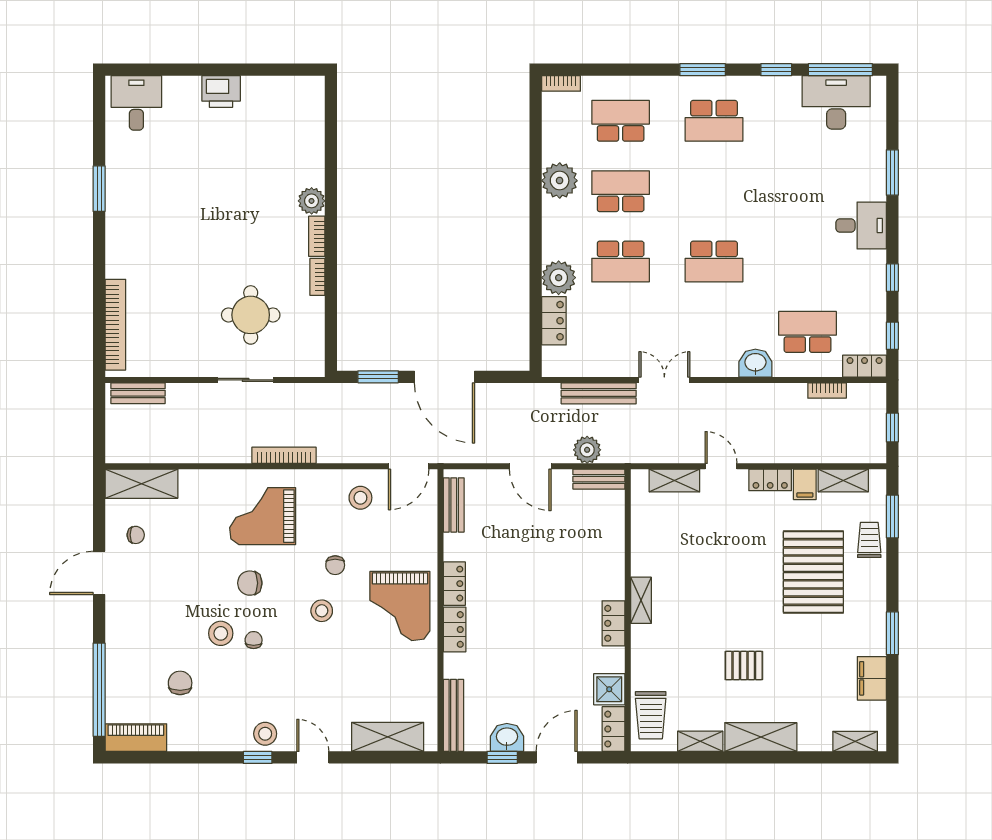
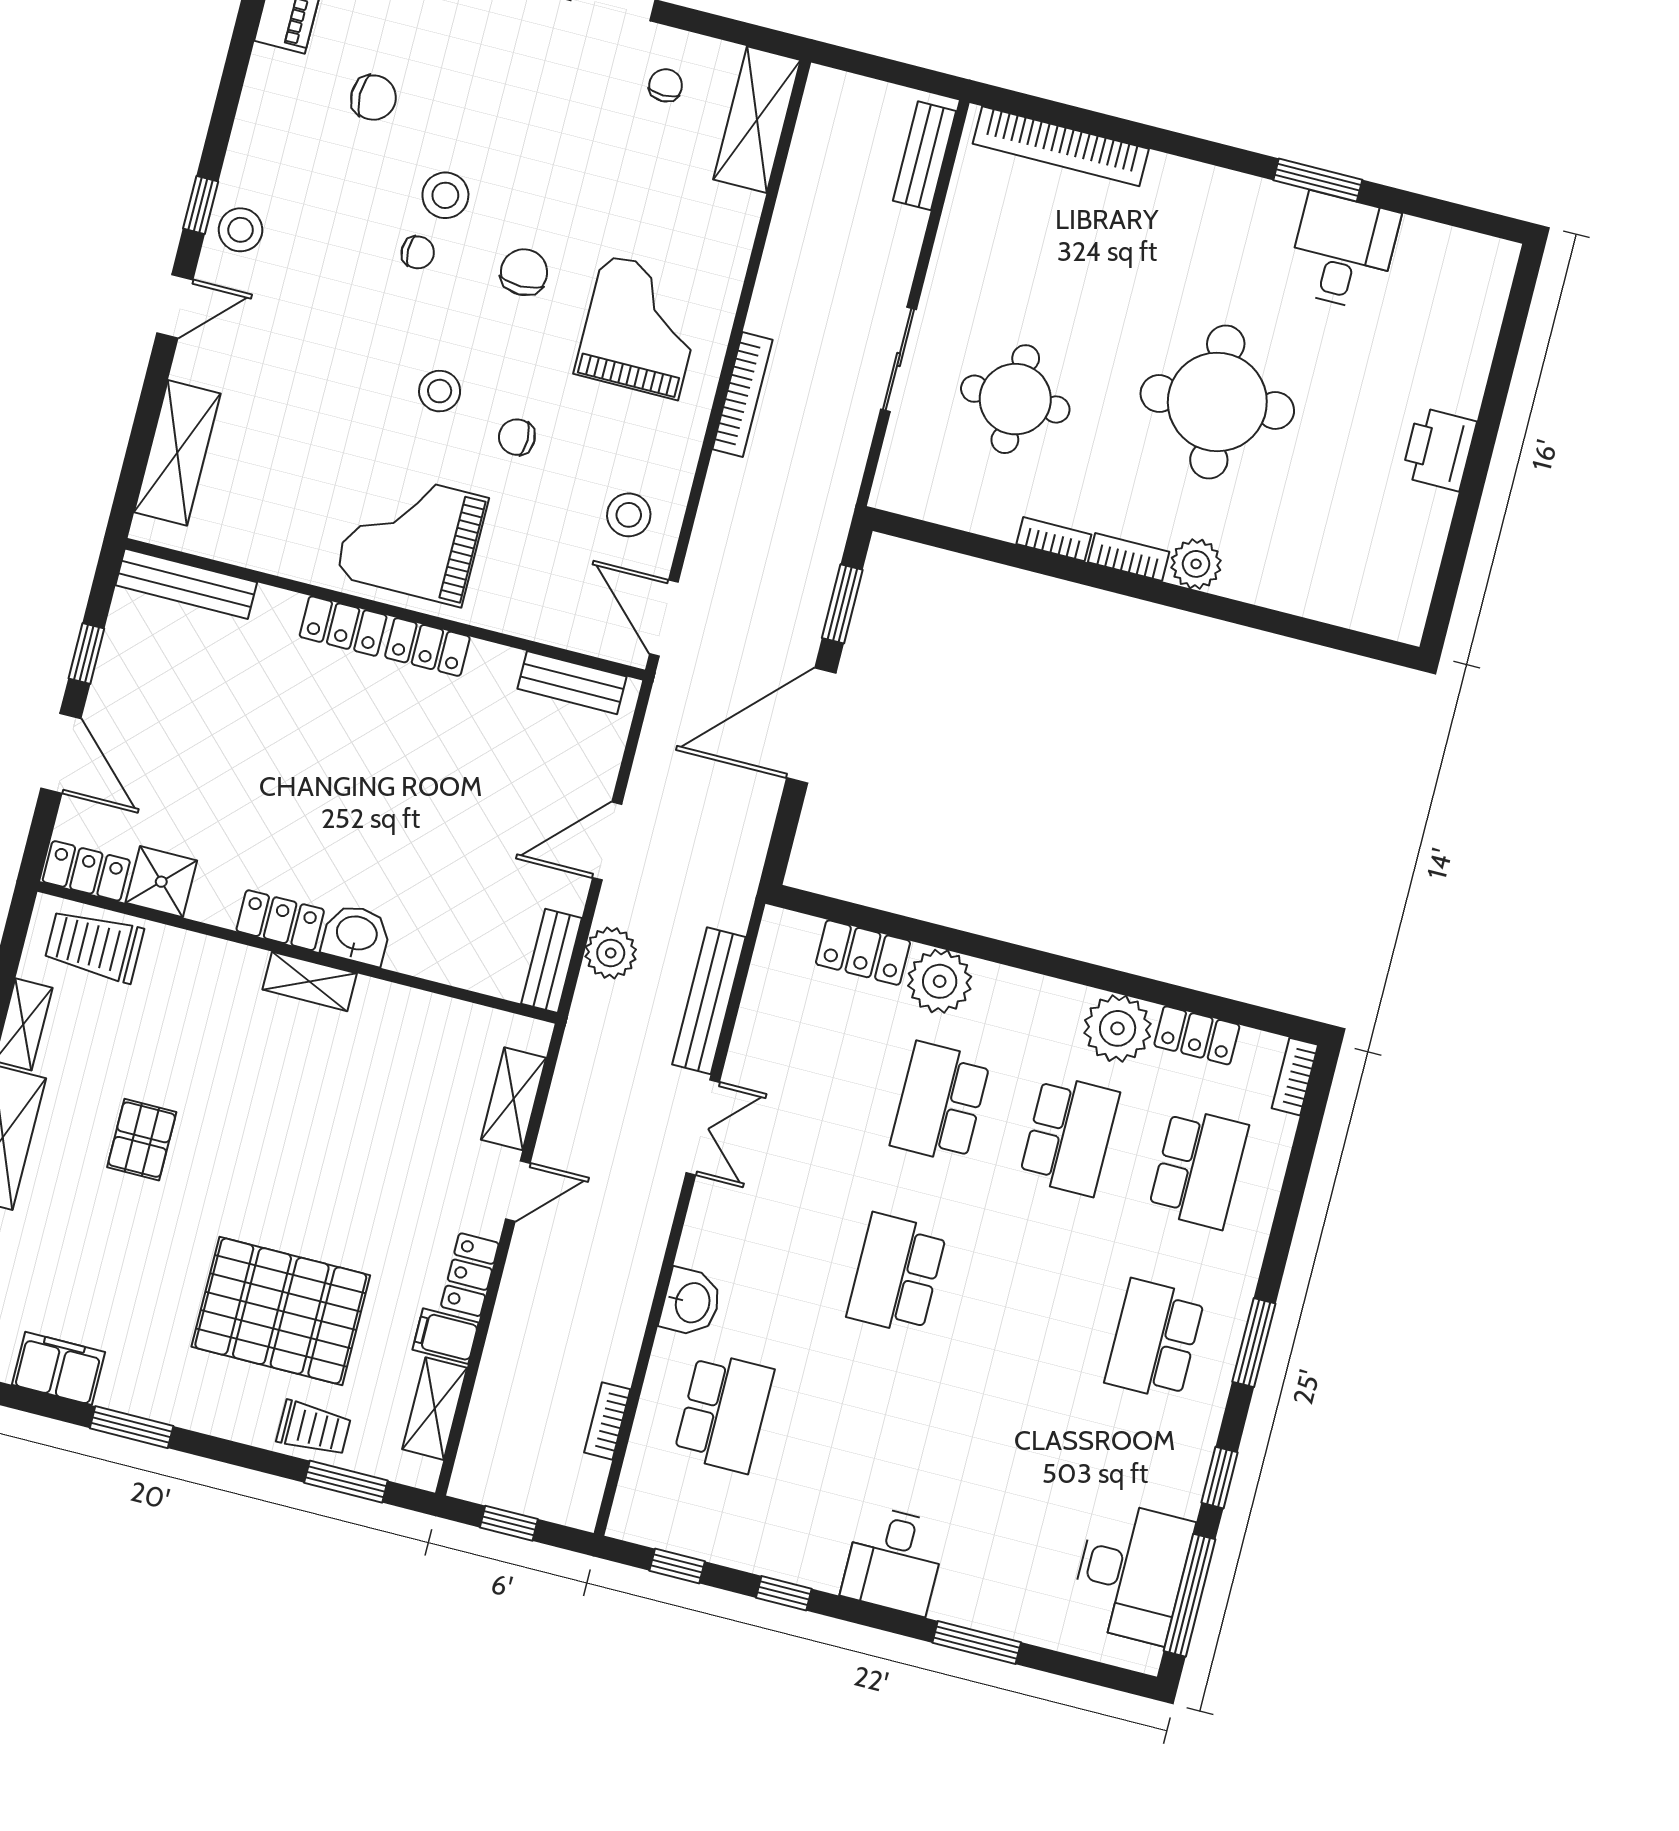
desk: (136, 103) -> (1343, 251), moved, turned -90
round table: (226, 211) -> (1217, 402), added
locker: (865, 366) -> (1197, 1035), moved, turned 90
chair: (136, 535) -> (666, 85), turned 180
washbasin: (507, 737) -> (356, 934), moved, turned -90

